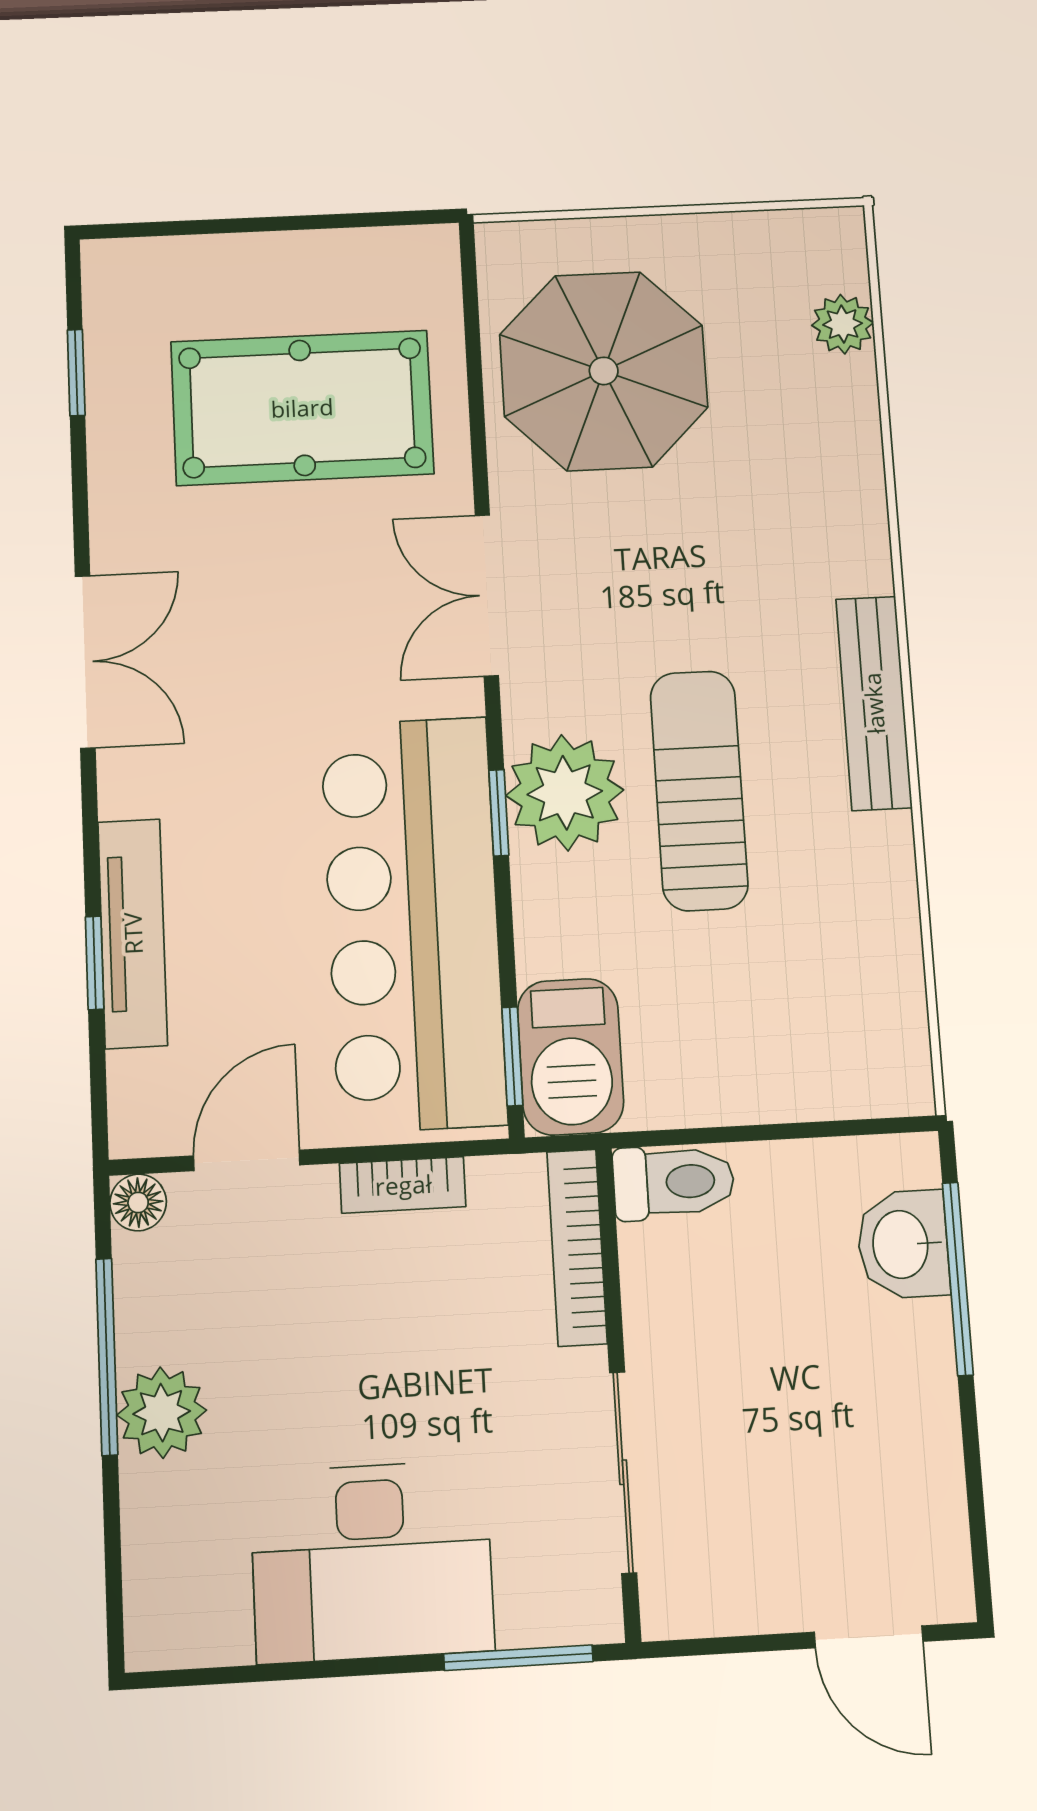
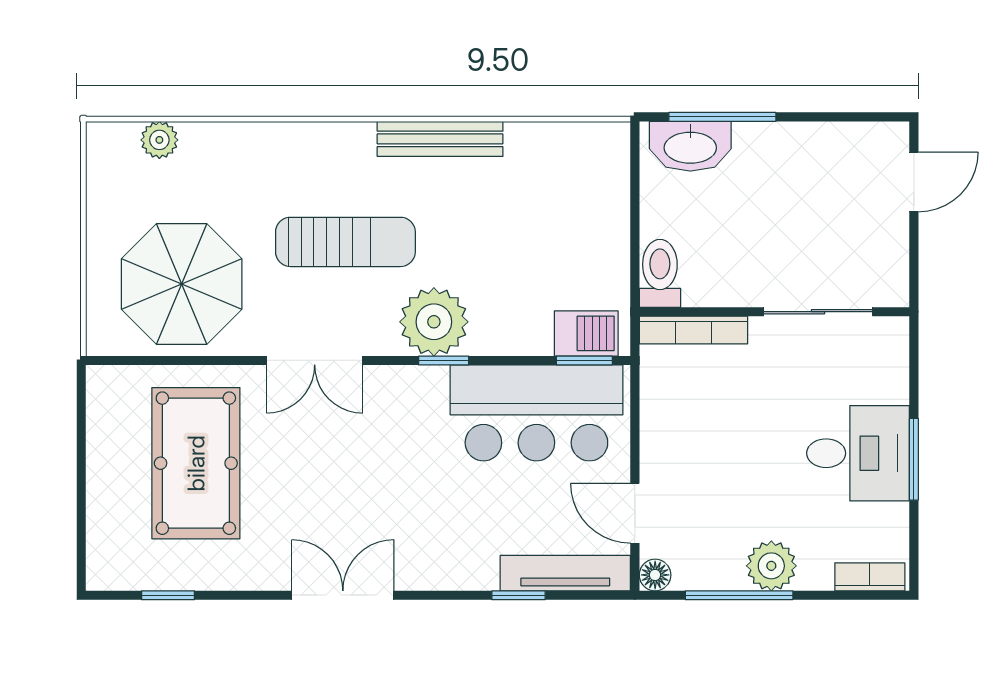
bench: (874, 703) -> (440, 139), moved
sun lounger: (699, 790) -> (345, 242), moved, turned 180
bar counter: (413, 923) -> (536, 413), width x0.73
tv unit: (133, 933) -> (565, 573), moved
barbecue: (571, 1057) -> (586, 333), width x0.73, depth x0.79
bookcase: (403, 1185) -> (870, 577), moved, turned -90
washbasin: (903, 1244) -> (690, 146), width x1.38
desk: (372, 1561) -> (858, 453), width x0.73
window: (518, 1658) -> (914, 459), moved

